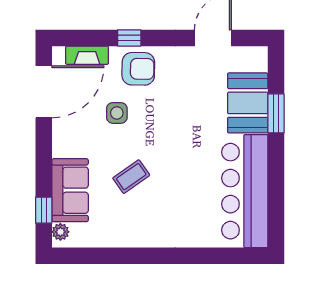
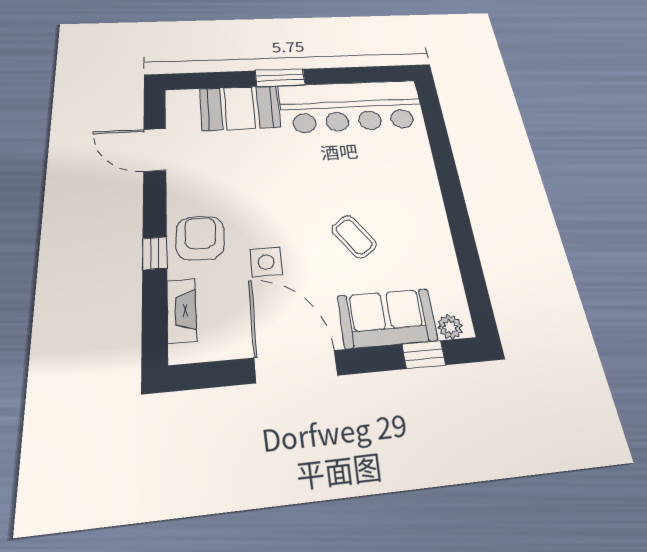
door: (44, 92) -> (296, 367), moved
window: (276, 113) -> (280, 78), moved

